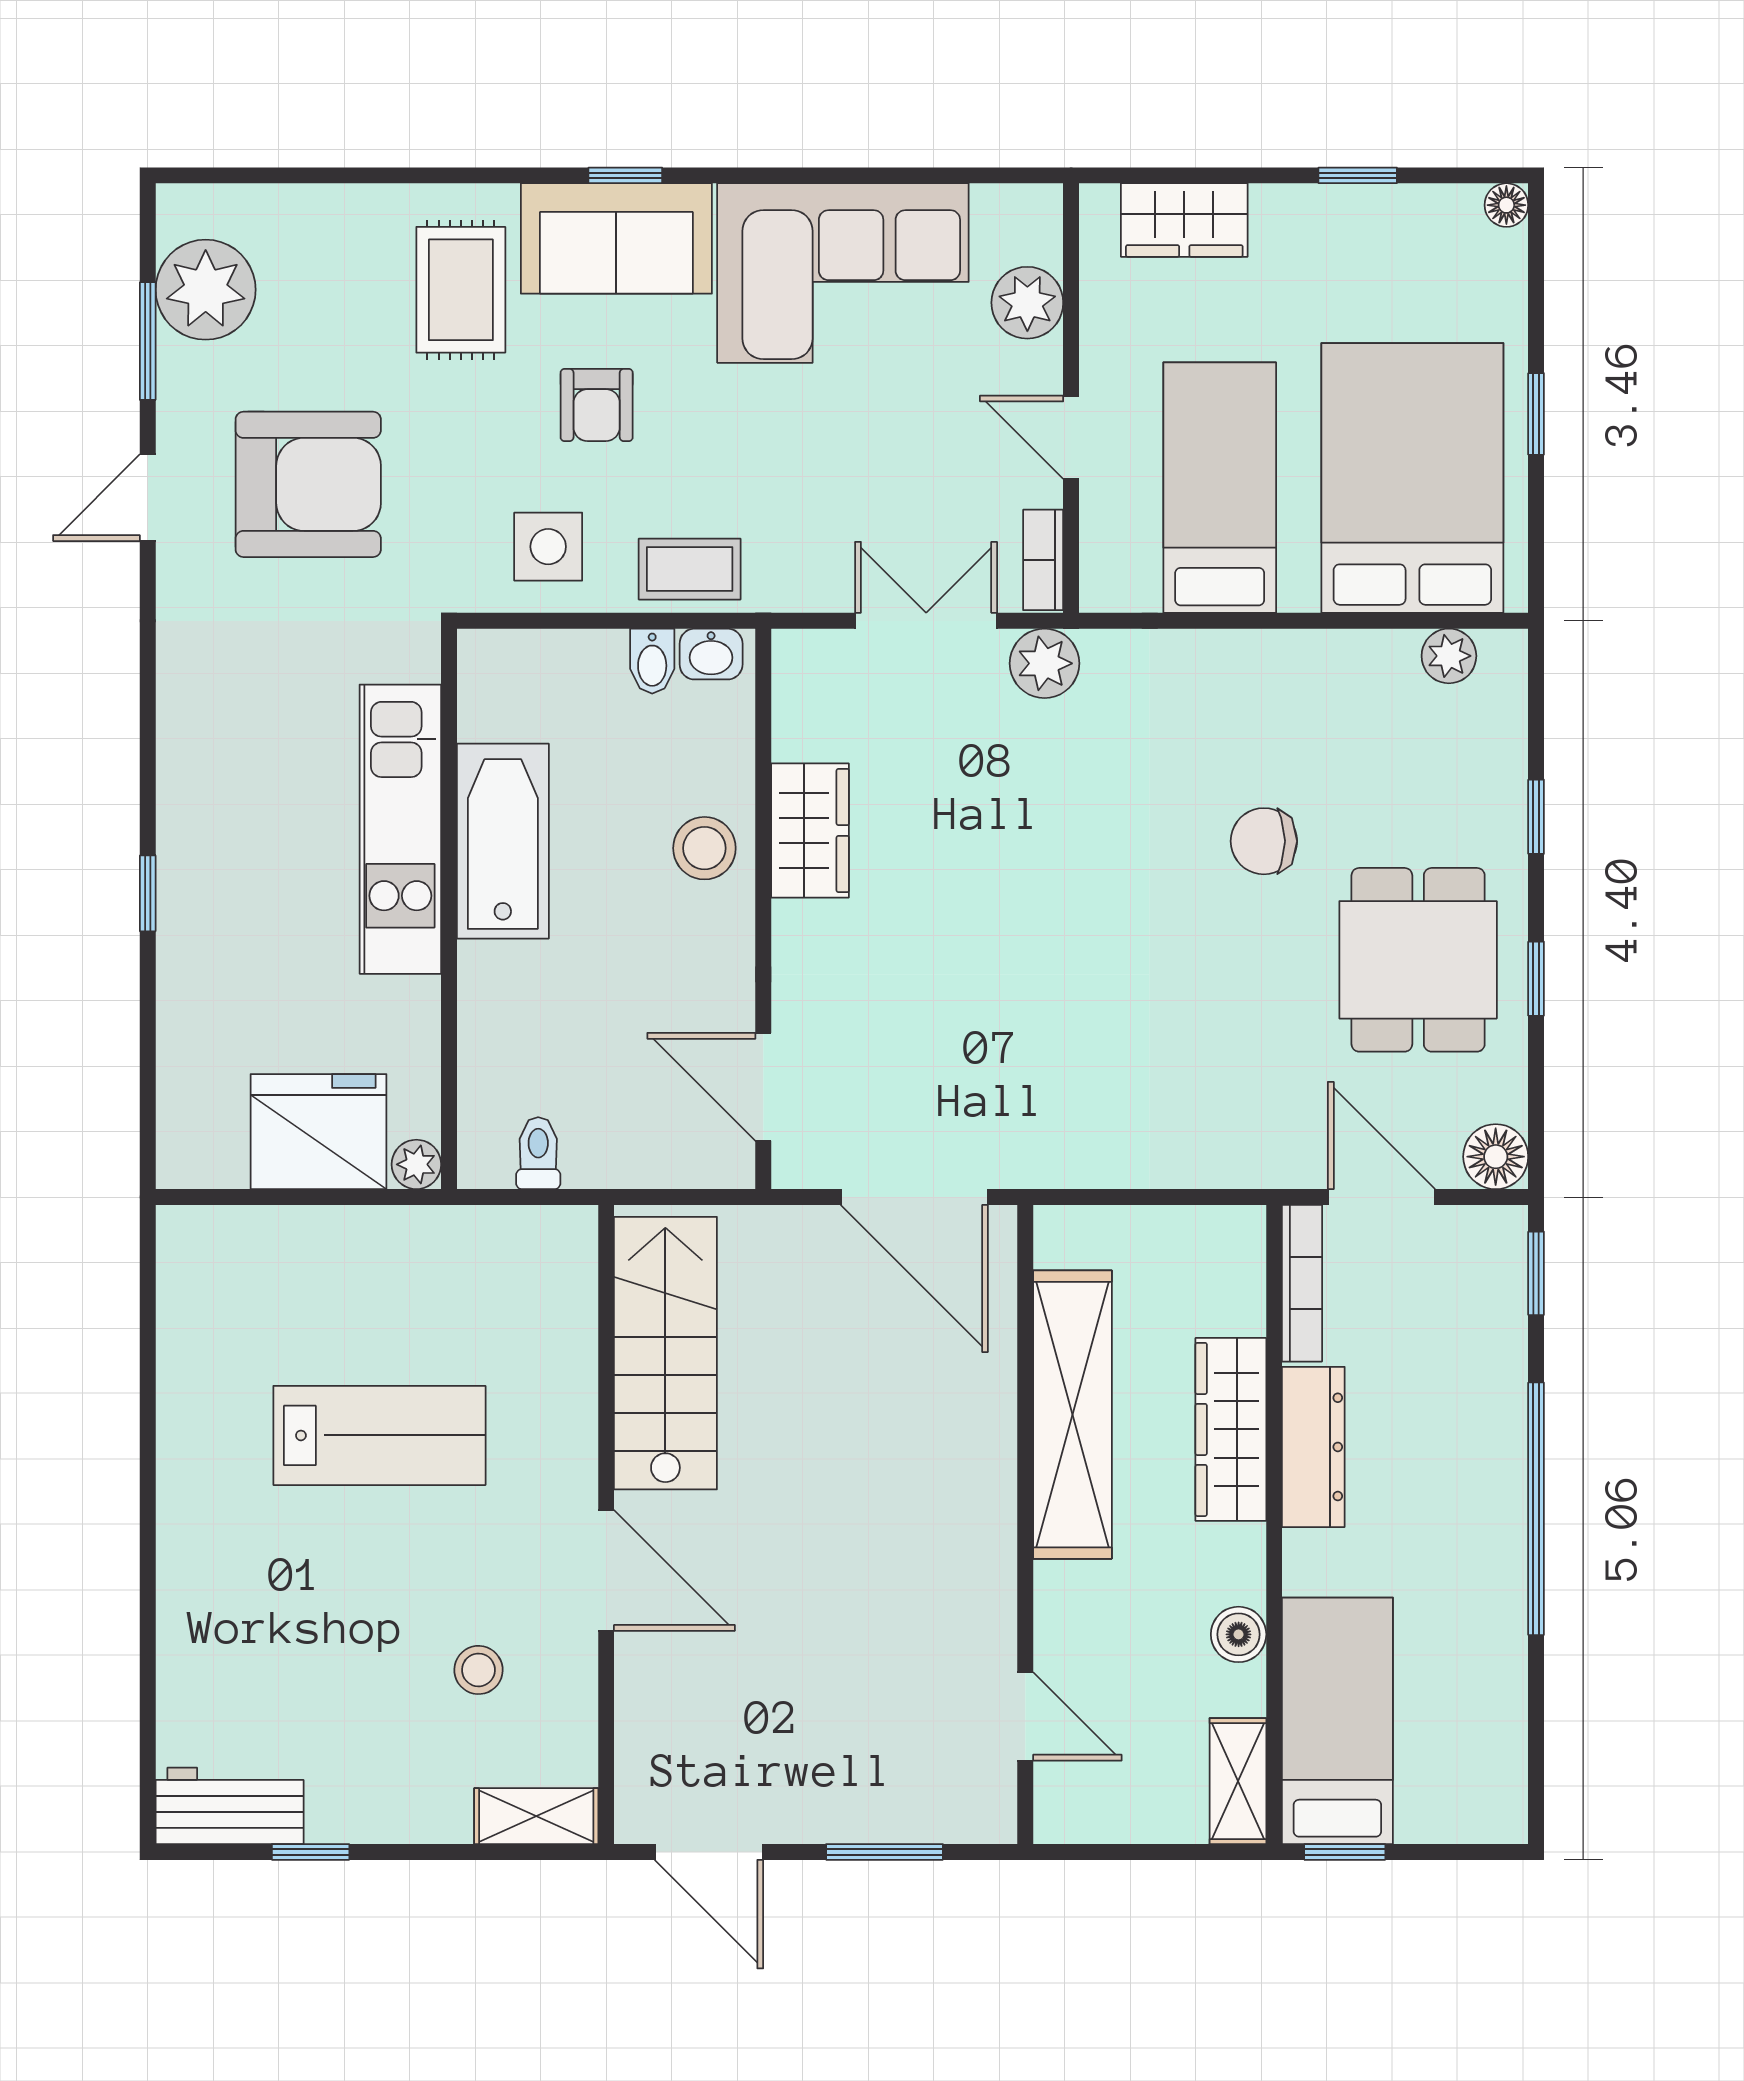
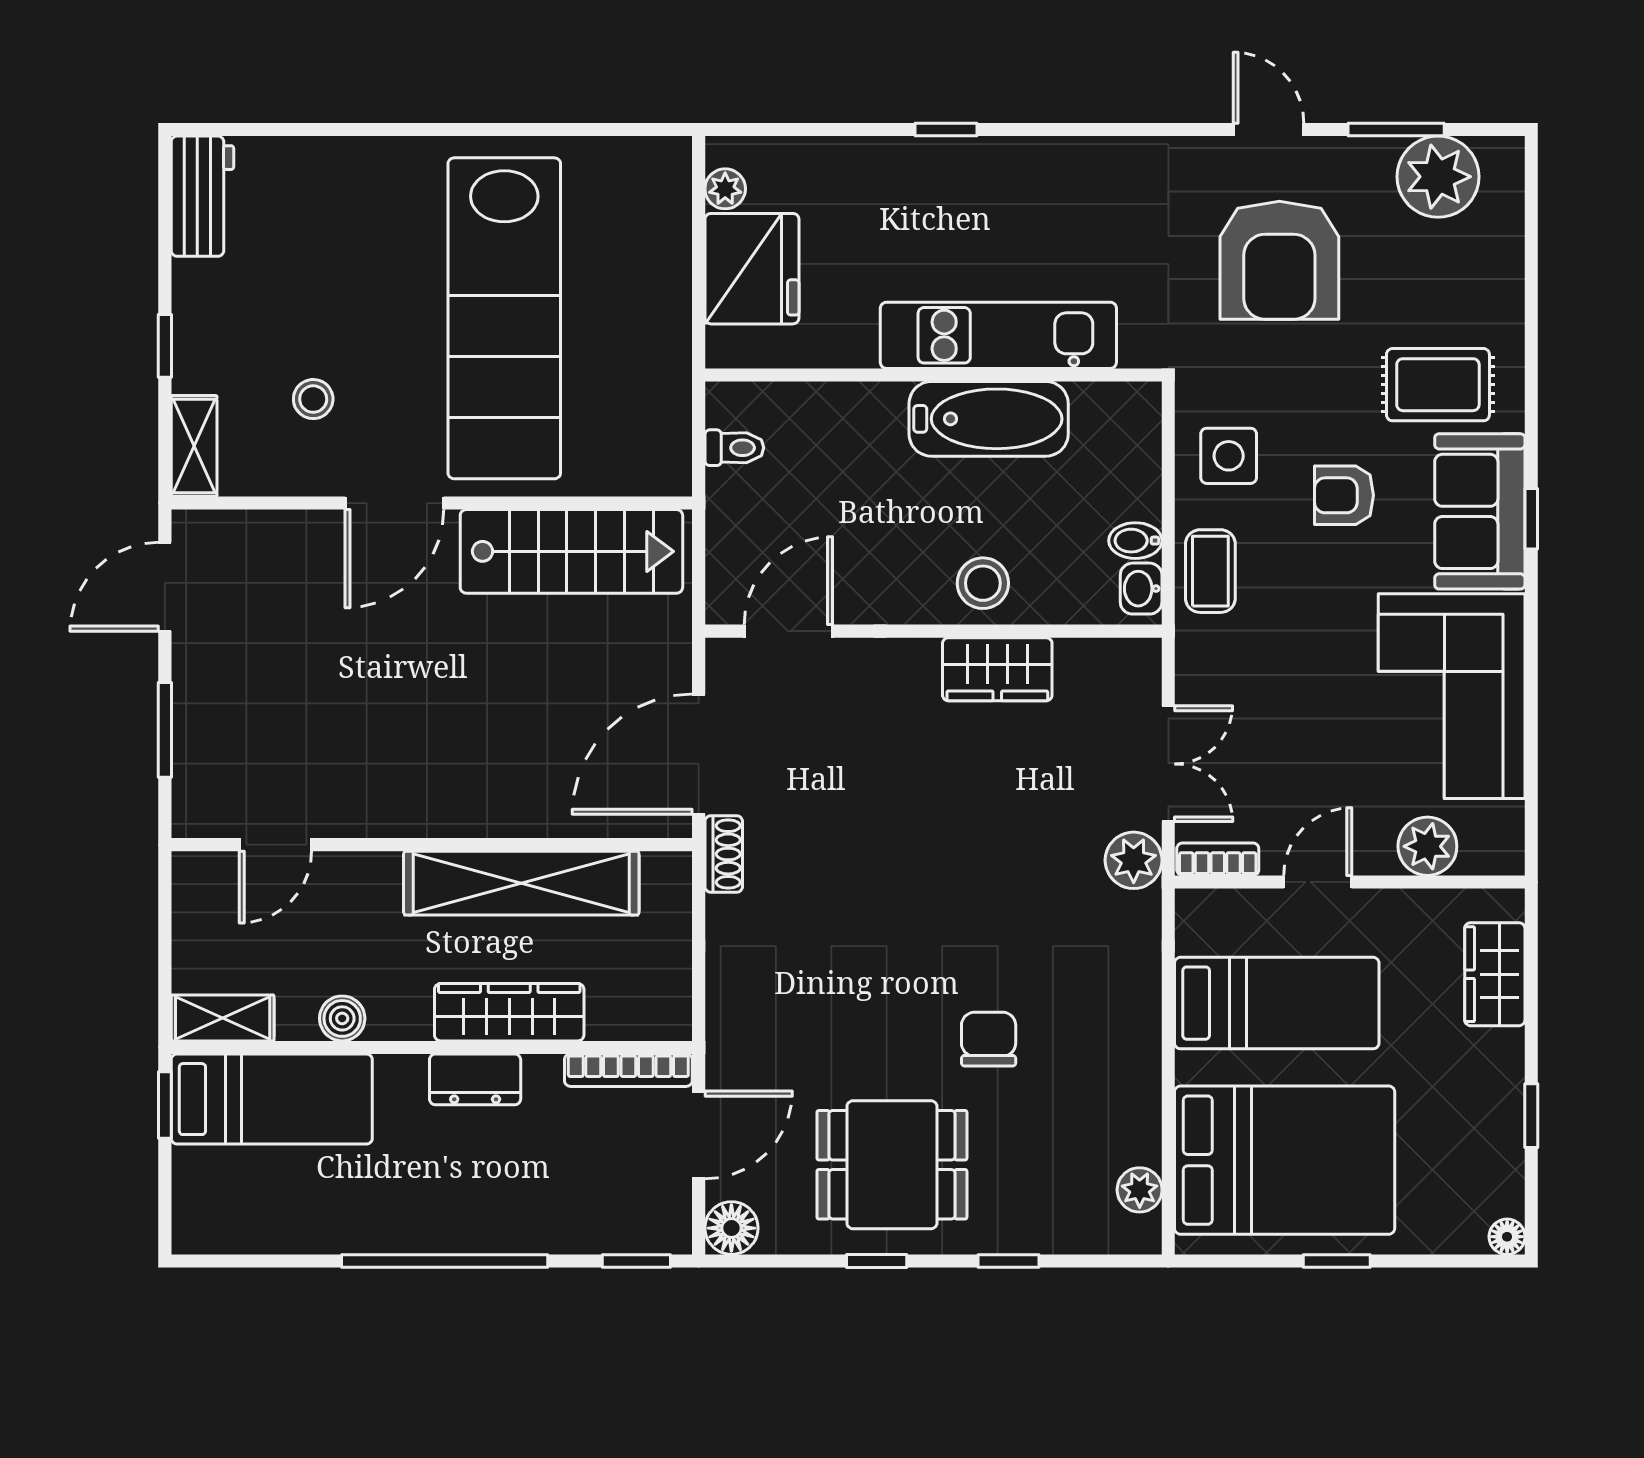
plant: (416, 1164) -> (725, 189), moved
shoe rack: (1037, 1166) -> (724, 854), added
lab bench: (379, 1435) -> (504, 318), width x1.86, depth x1.39
dresser: (1313, 1447) -> (475, 1079), width x0.70
window: (311, 1852) -> (165, 346), moved

